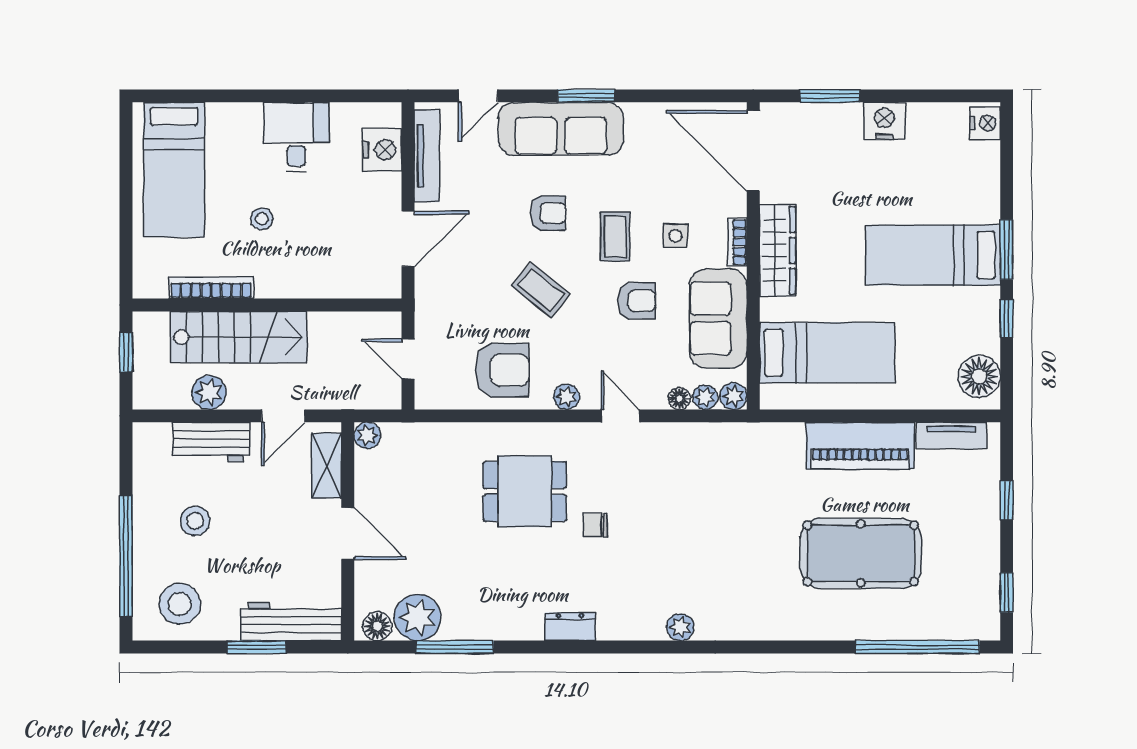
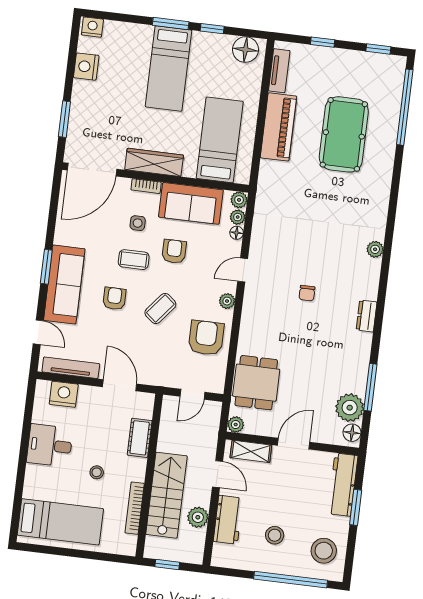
nightstand: (884, 121) -> (86, 67), moved
cot: (327, 282) -> (140, 438), added
dining table: (525, 491) -> (256, 383), moved

